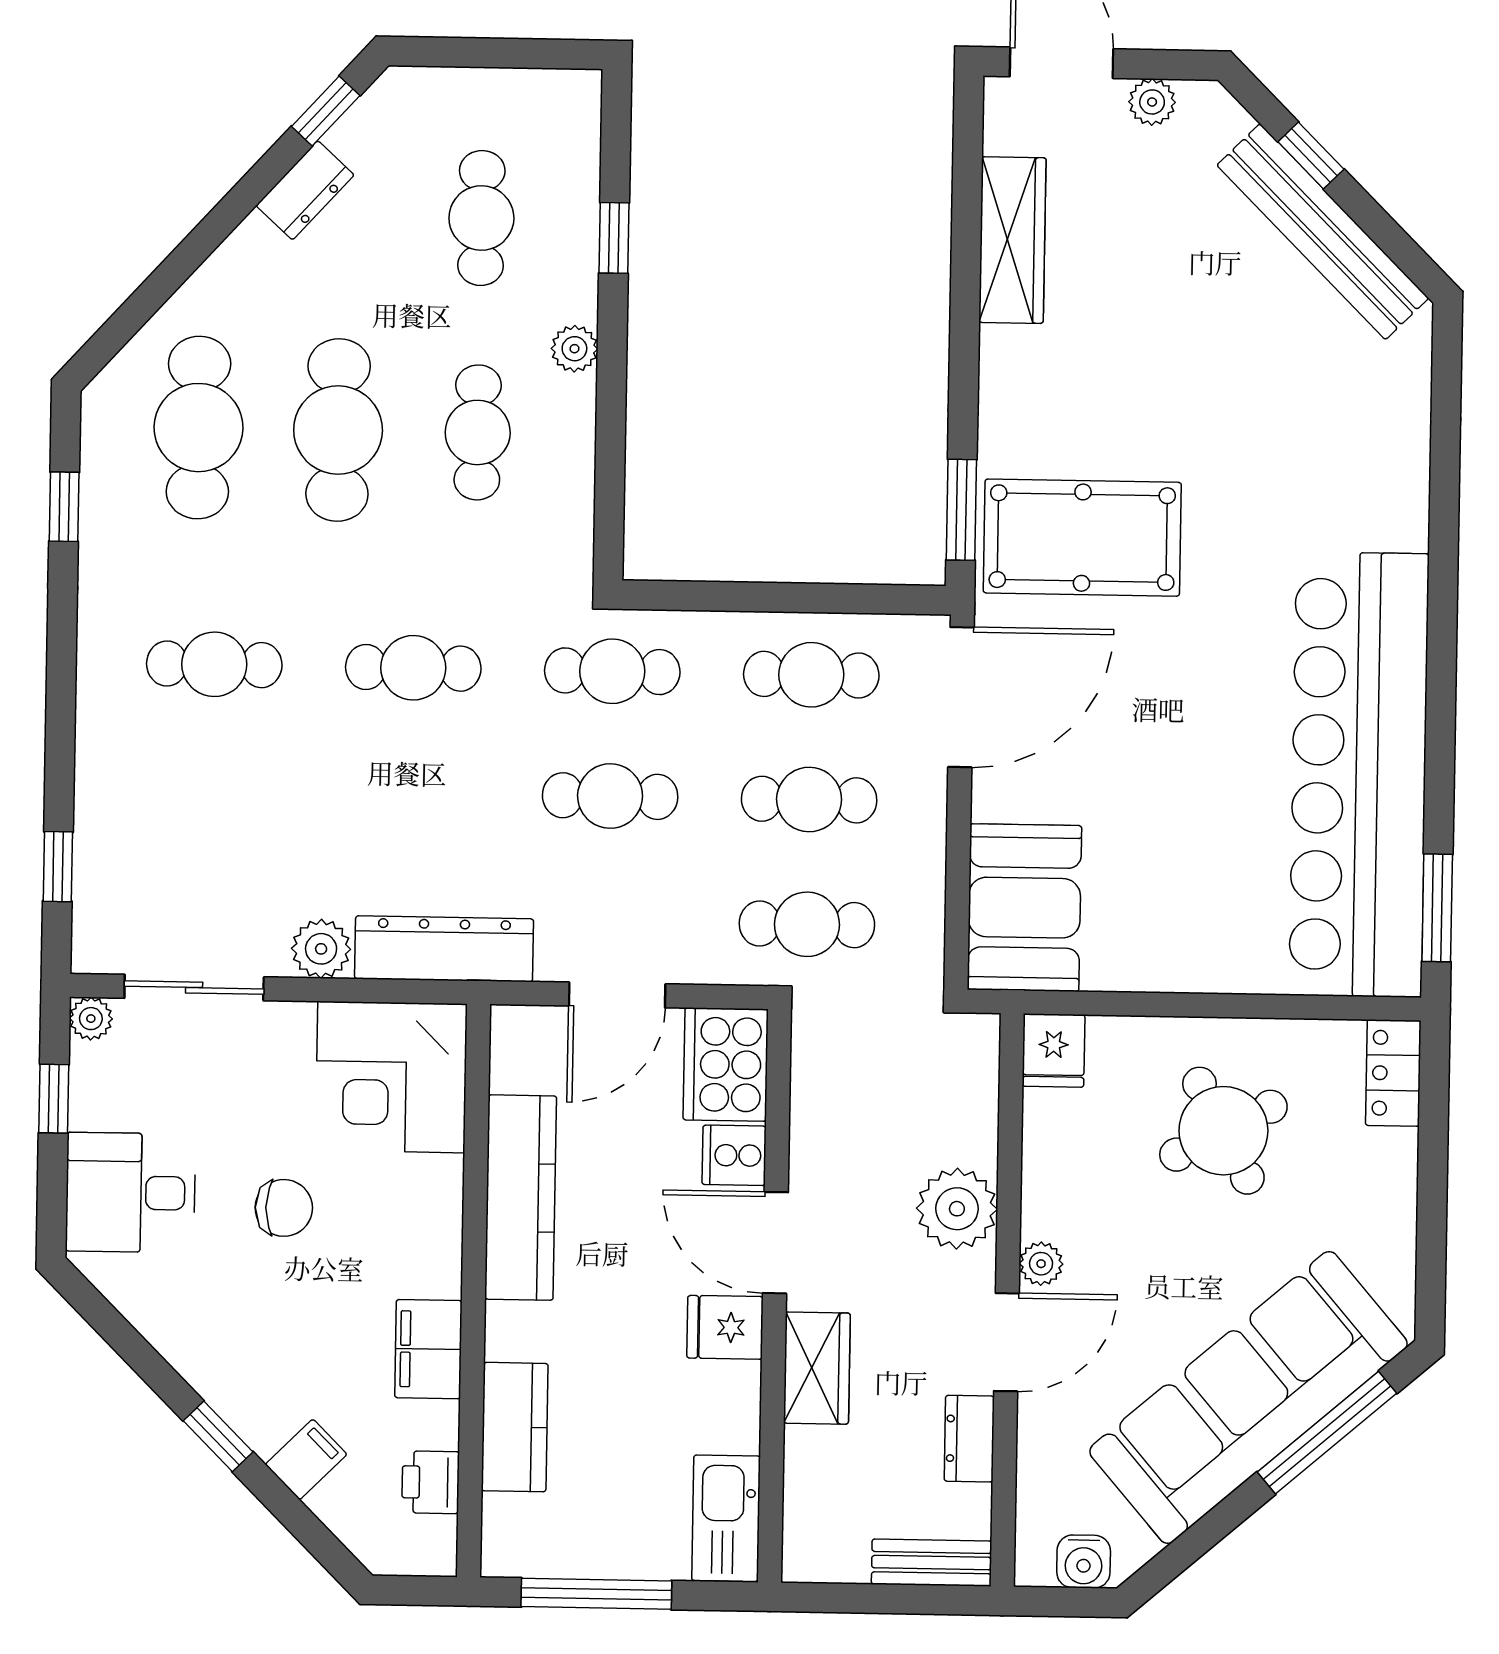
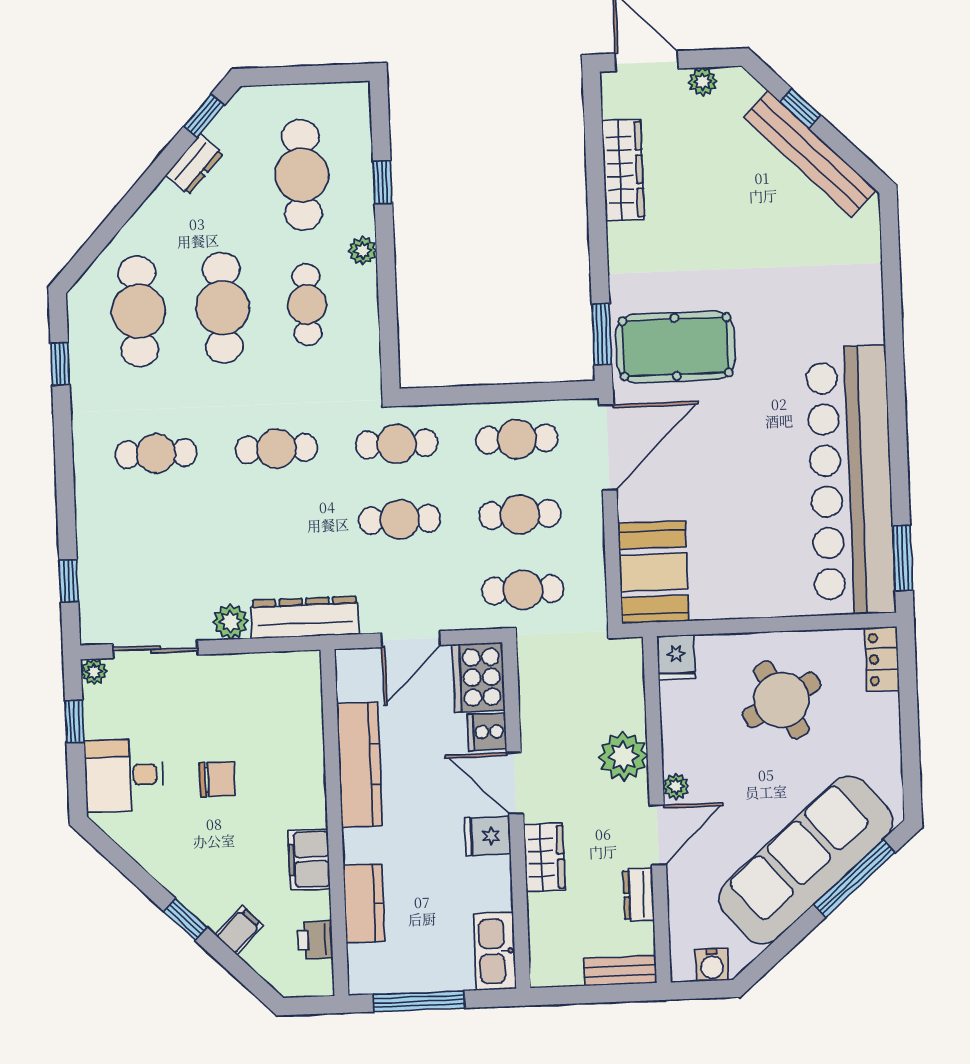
cafe table: (481, 218) -> (302, 175), width x1.37, depth x1.35
corner desk: (391, 1077) -> (277, 697), removed

